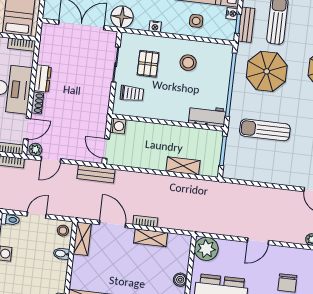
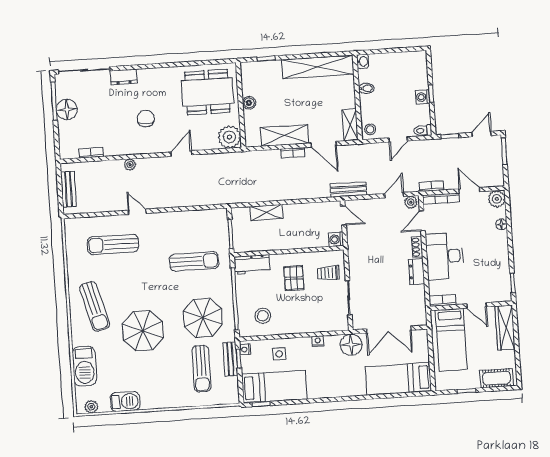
nightstand: (232, 14) -> (245, 349), moved
stool: (188, 63) -> (263, 316), moved
pallet: (148, 64) -> (294, 278), moved
shelving: (151, 238) -> (285, 135), width x1.50, depth x1.33
bidet: (61, 254) -> (366, 88), moved

